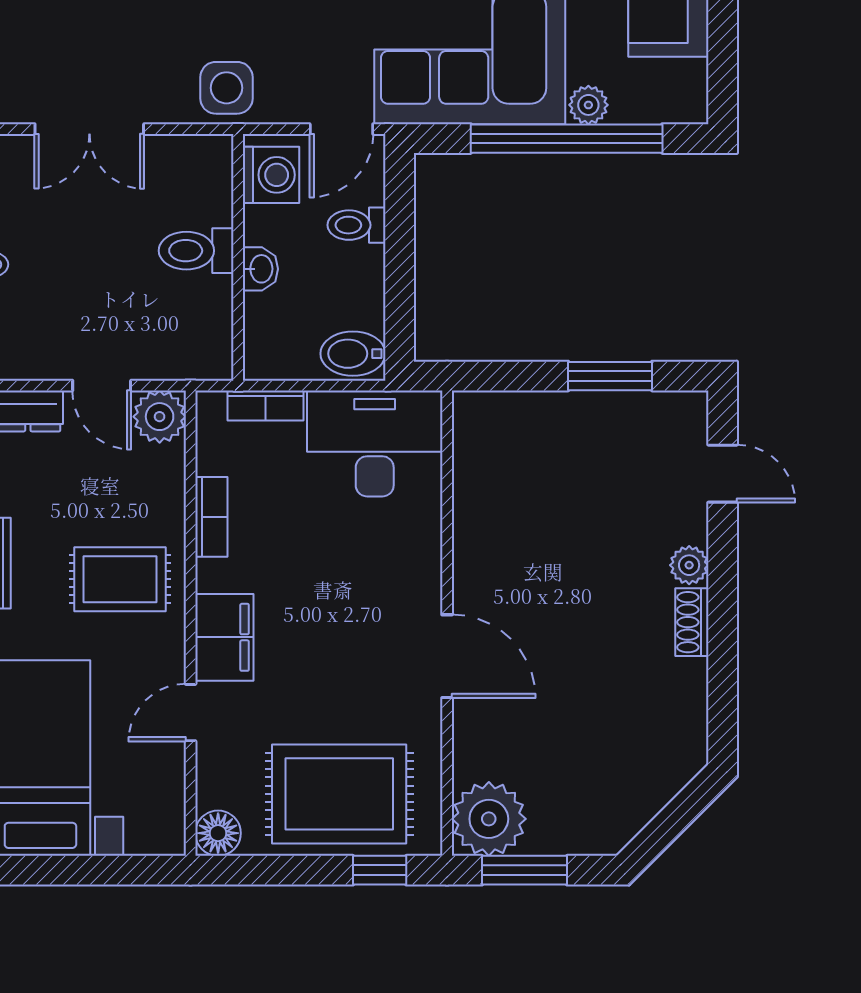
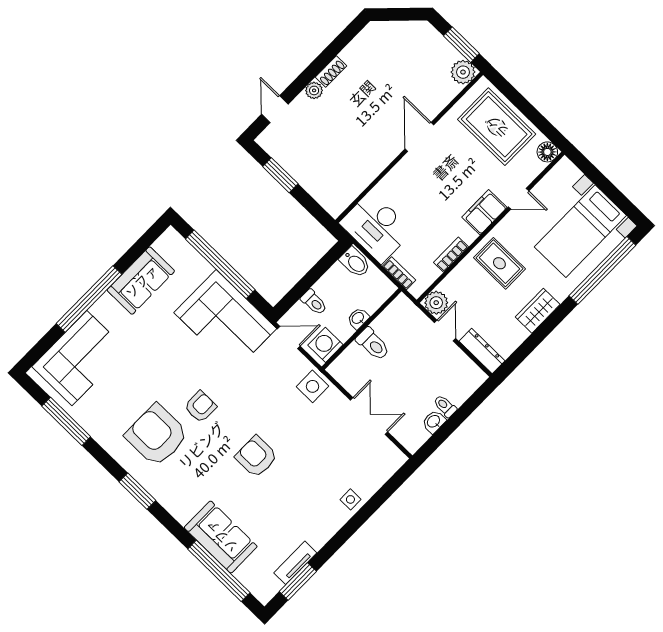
plant: (588, 105) -> (203, 268), removed
plant: (489, 819) -> (463, 72), width x0.73, depth x0.73
window: (380, 870) -> (507, 90), removed

